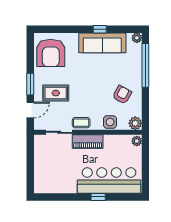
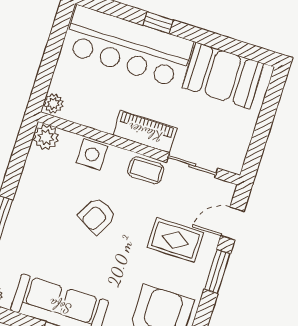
armchair: (122, 95) -> (97, 216), moved
booth: (58, 181) -> (223, 76), added

